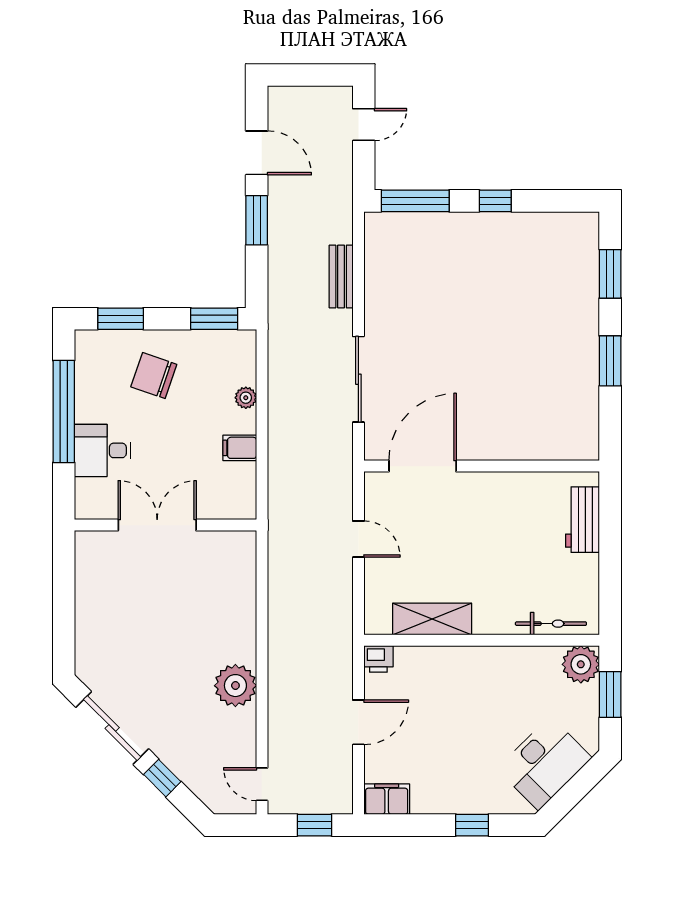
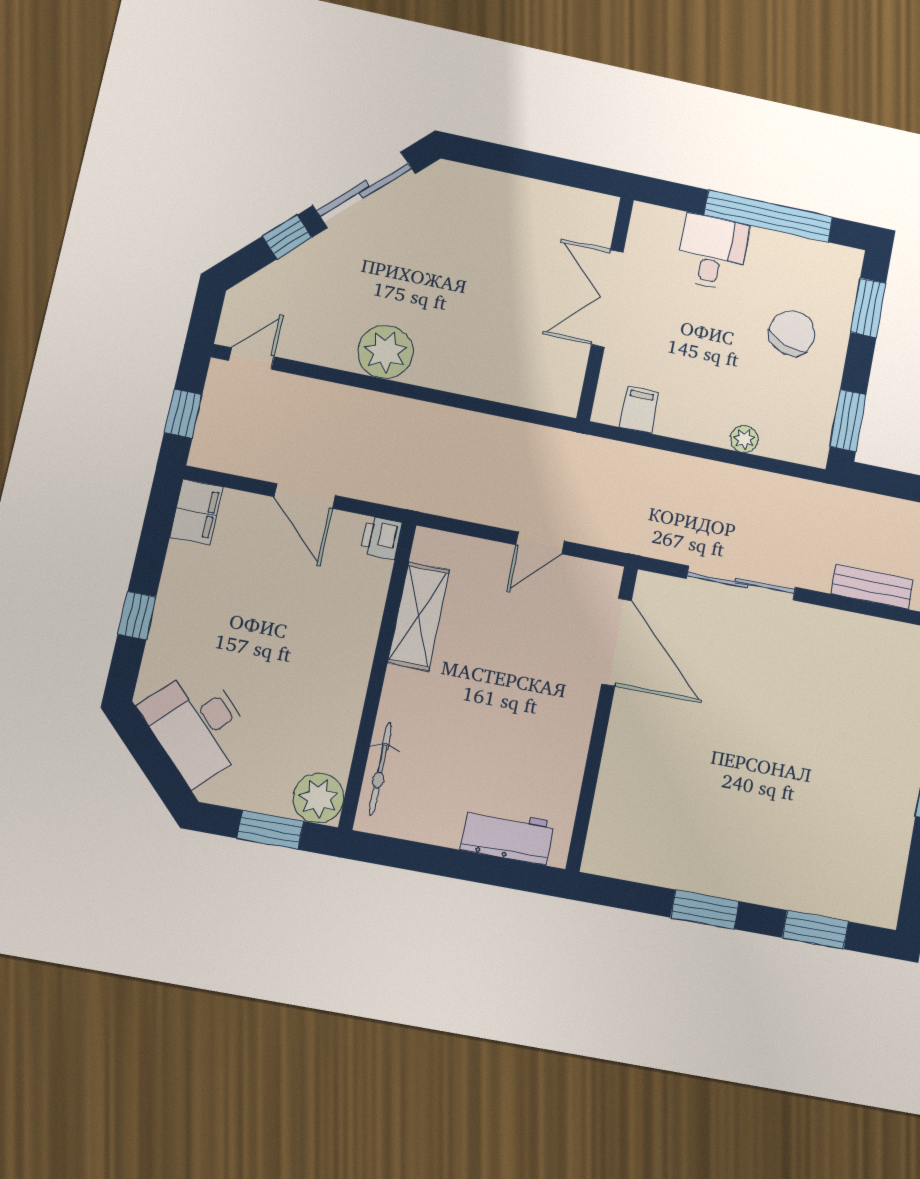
filing cabinet: (240, 448) -> (639, 410), moved
double door: (157, 525) -> (607, 298), swing flipped

